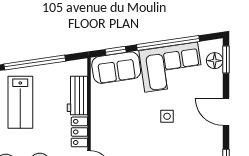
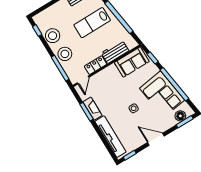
sofa: (116, 68) -> (132, 62), moved, turned -82
door: (226, 112) -> (156, 139), hinge flipped

